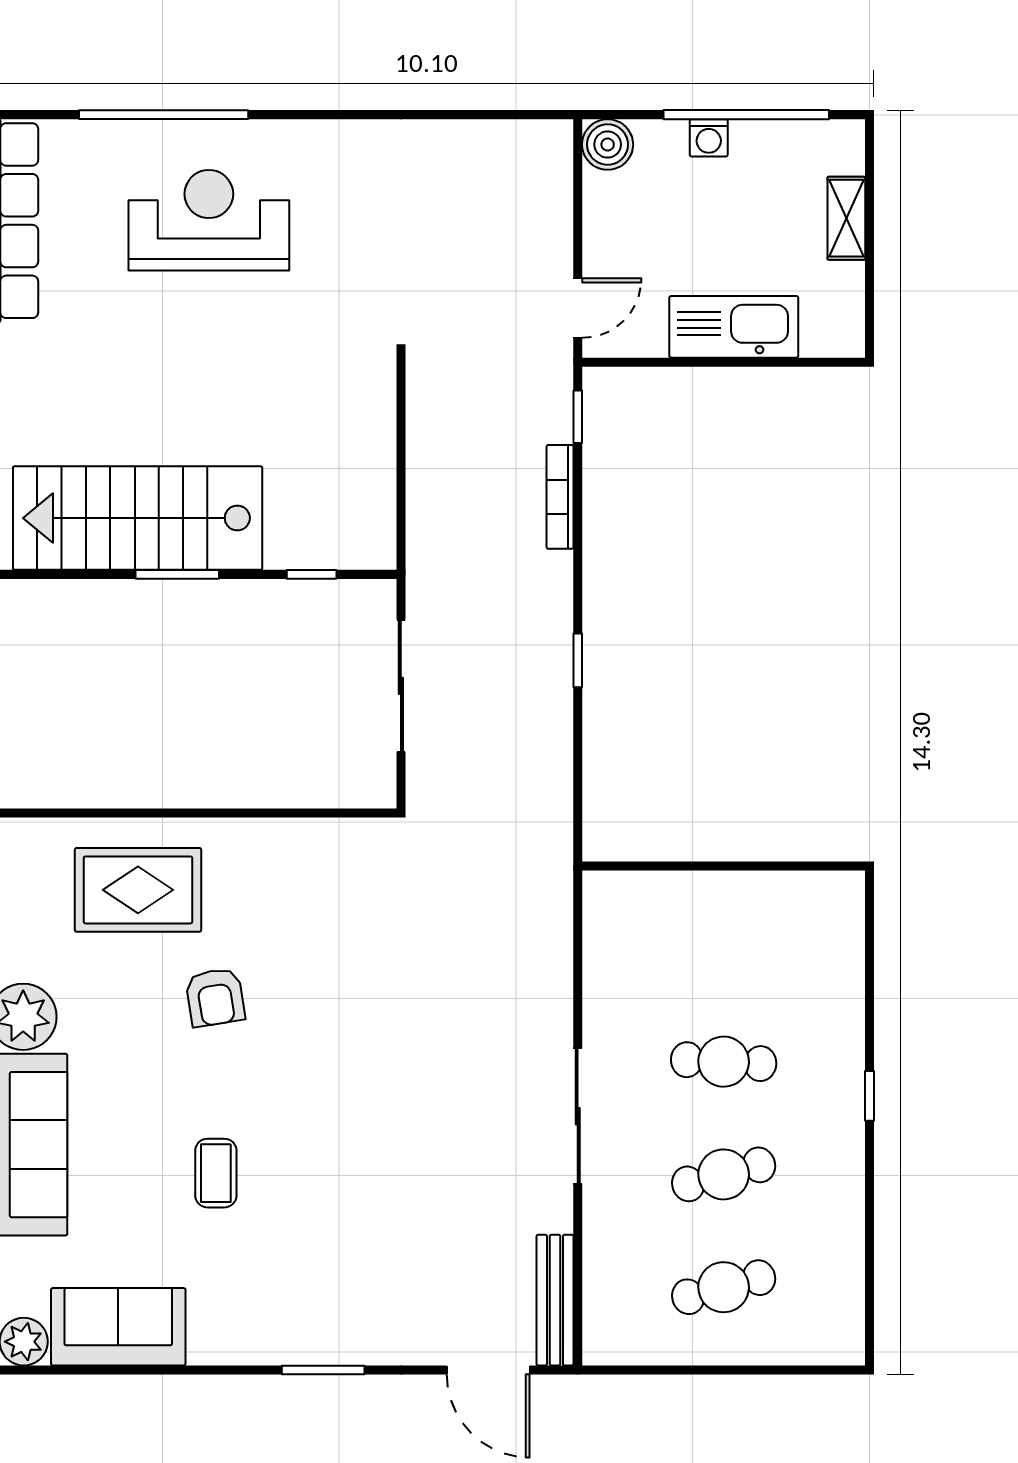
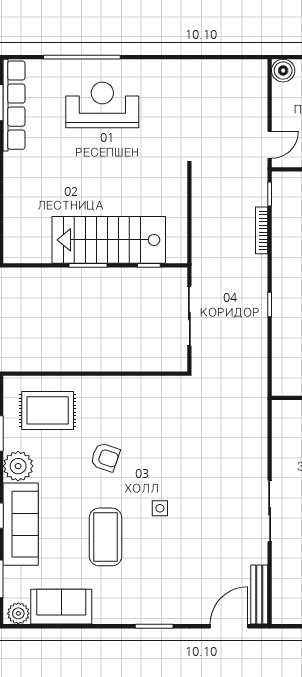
stairs: (138, 518) -> (109, 240), moved
rug: (138, 890) -> (48, 410), moved
armchair: (215, 997) -> (105, 457), turned -62
side table: (336, 1110) -> (160, 508), added
coffee table: (216, 1173) -> (106, 537), width x1.86, depth x1.72
door: (488, 1370) -> (229, 626), swing flipped

